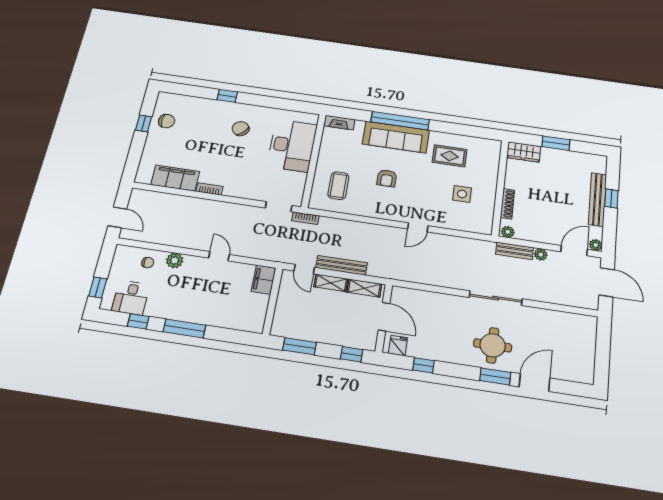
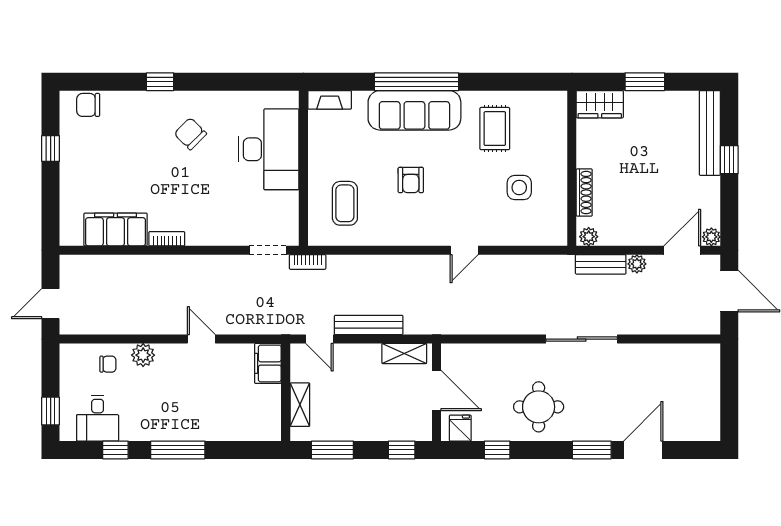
chair: (167, 121) -> (88, 105), moved, turned 180
rug: (450, 156) -> (495, 129), turned 90
bench: (597, 199) -> (710, 133), moved
door: (117, 217) -> (51, 304), swing flipped
shelving: (331, 283) -> (300, 405), moved, turned 90
round table: (493, 345) -> (539, 407), moved

